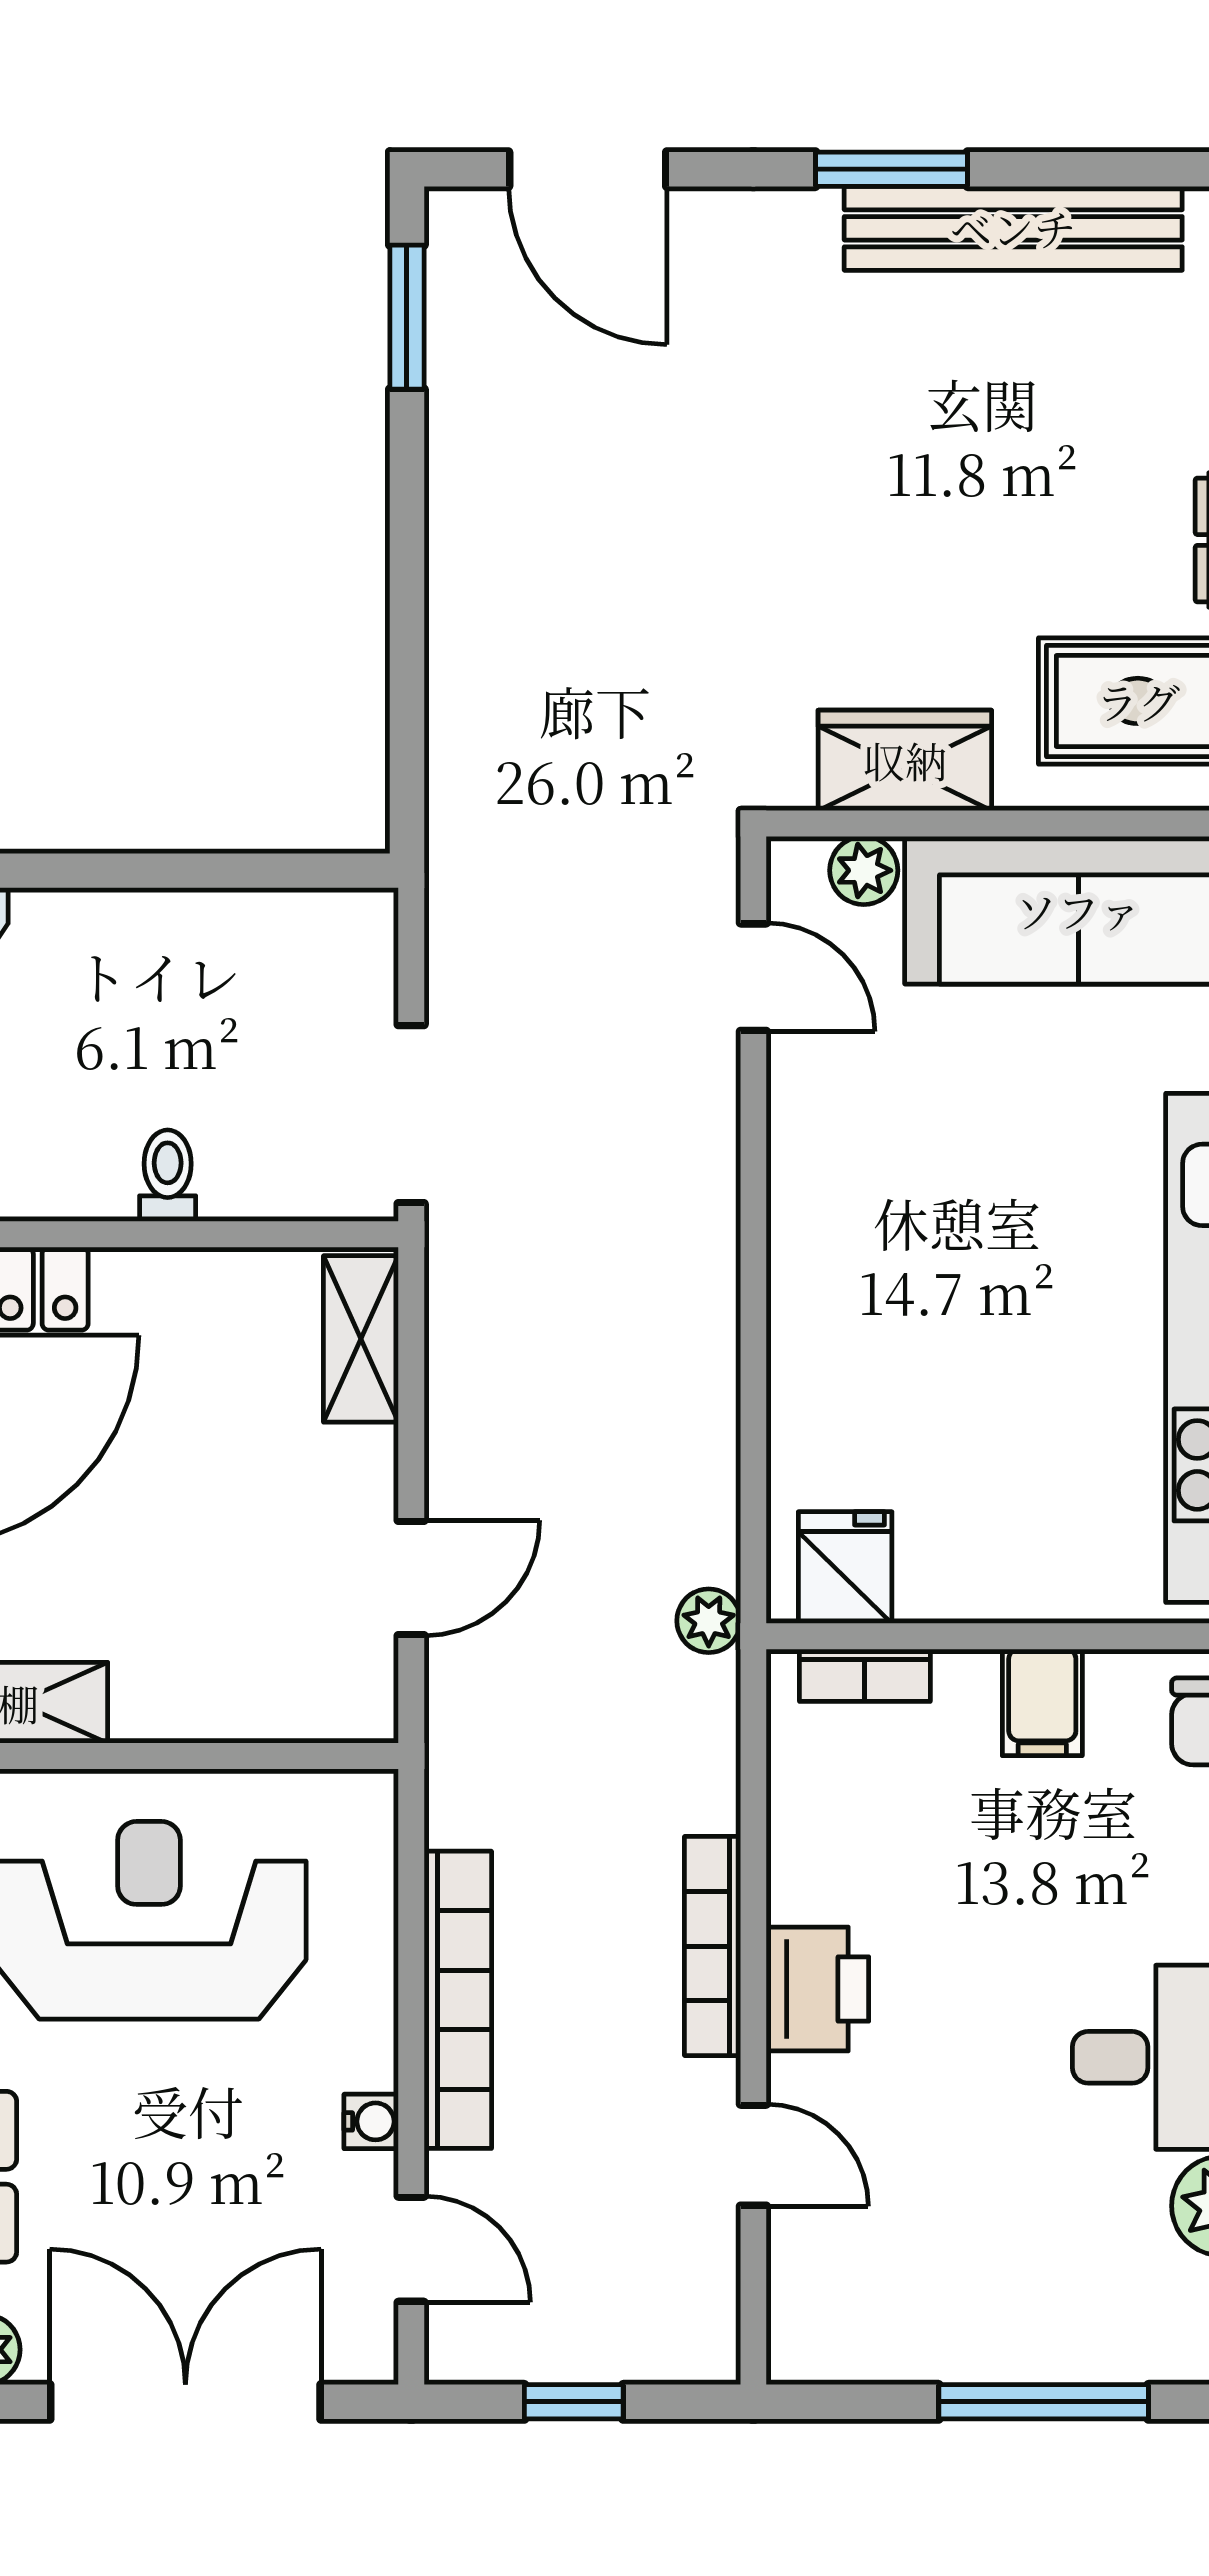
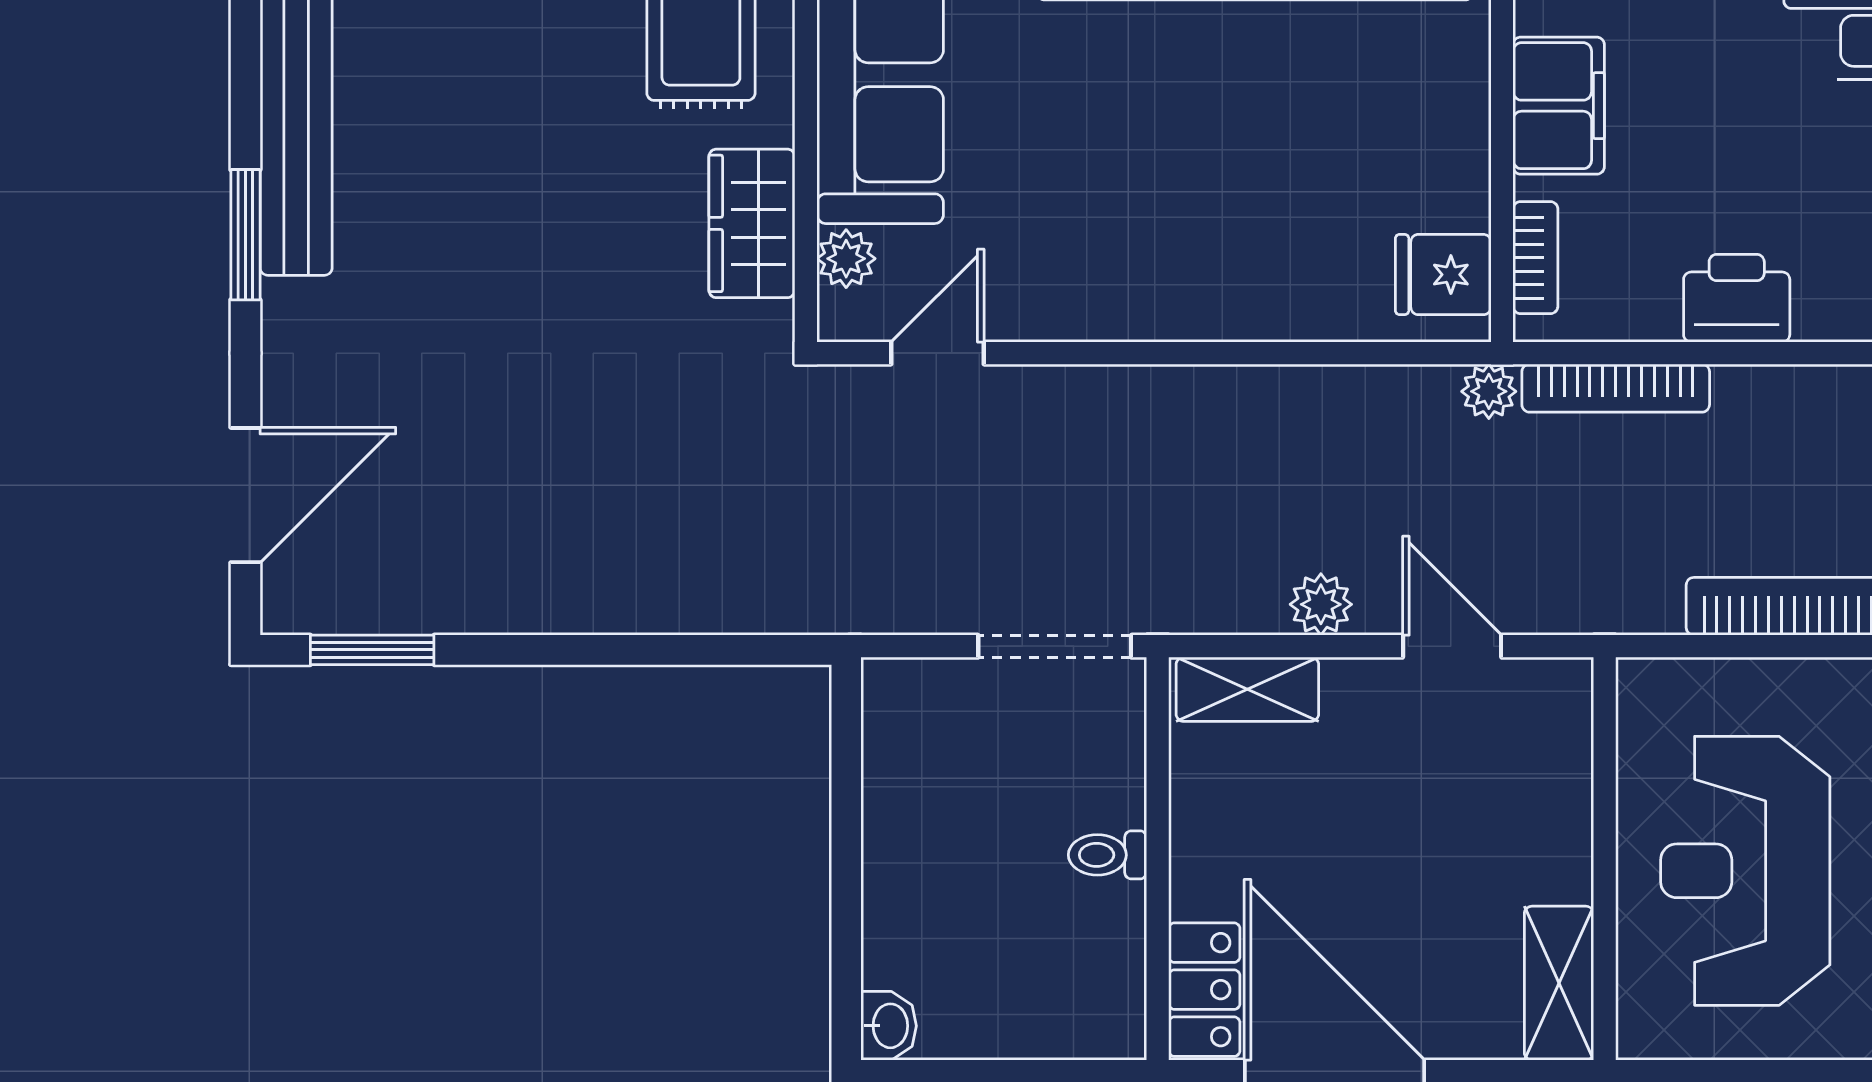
plant: (460, 1425) -> (1321, 604), added
filing cabinet: (1042, 1702) -> (1559, 106), width x2.00
bookcase: (713, 1946) -> (1616, 388), moved
printer: (817, 1989) -> (1737, 298), moved

